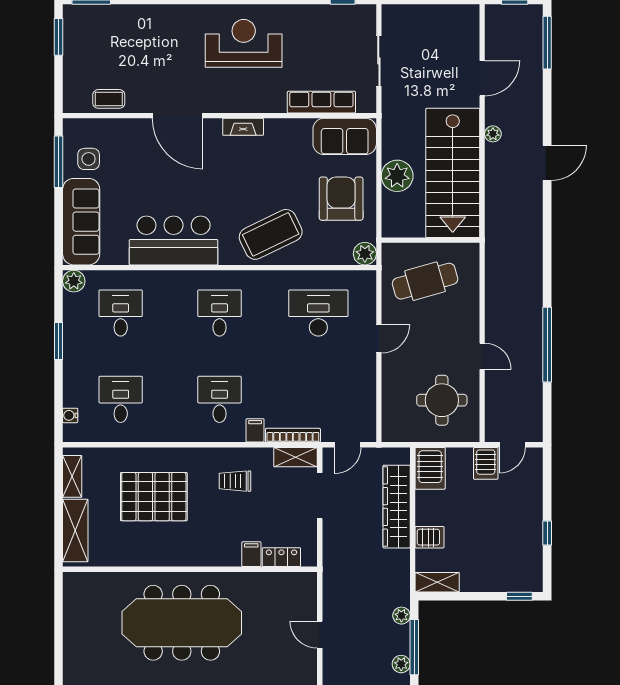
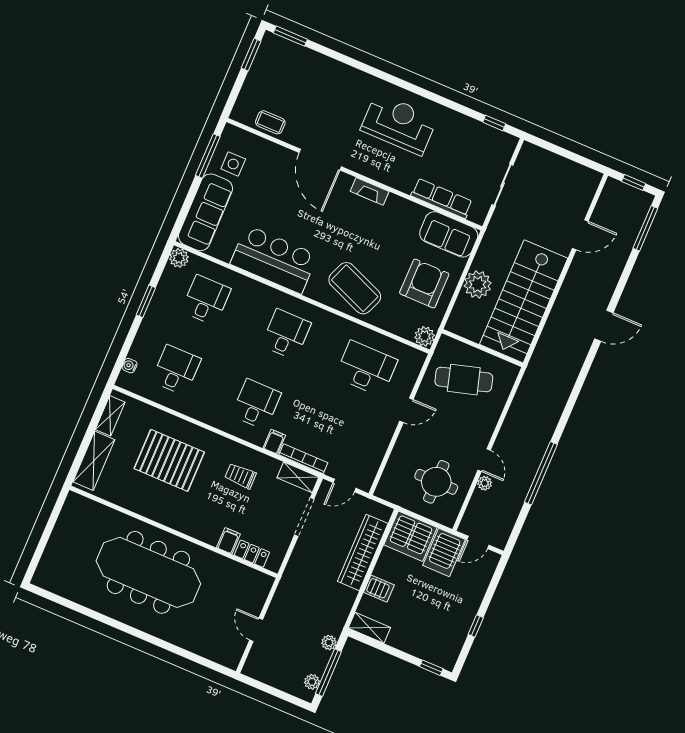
plant: (493, 134) -> (485, 483), moved
coffee table: (271, 234) -> (355, 288), turned 48
server rack: (486, 463) -> (444, 552), width x1.36, depth x1.44
server rack: (430, 468) -> (410, 536), width x1.60

